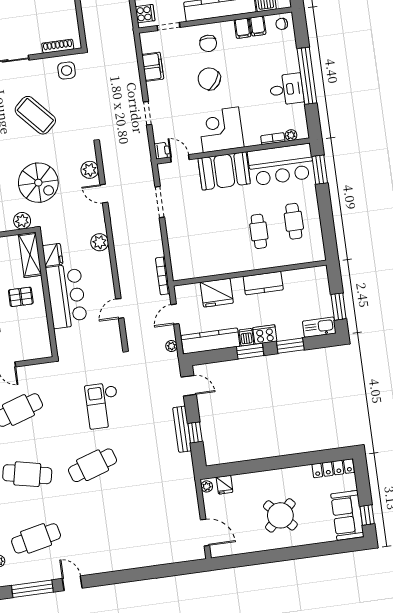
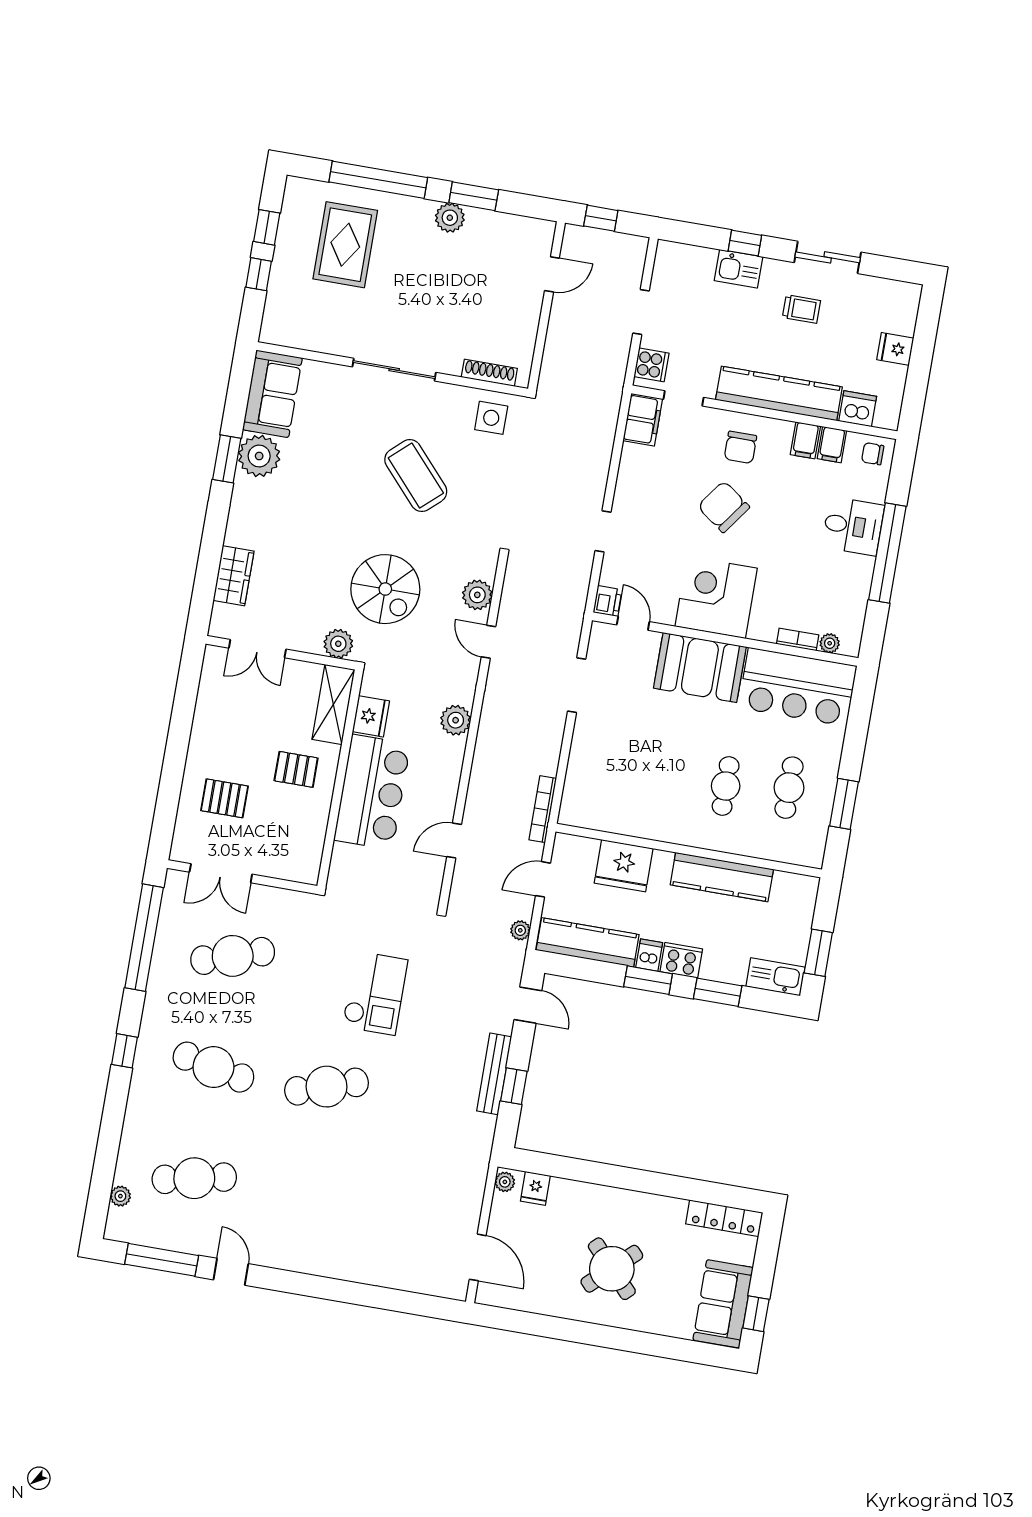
filing cabinet: (153, 67) -> (643, 420), moved
desk: (287, 89) -> (853, 526), moved
window: (320, 170) -> (844, 804), moved
kitchen counter: (263, 283) -> (722, 877), width x1.50
checkout: (103, 406) -> (375, 993), turned 180

